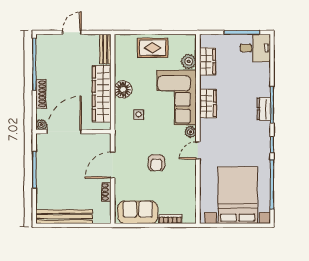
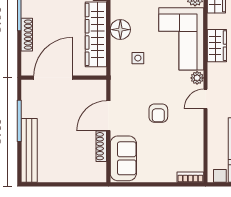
plant: (41, 125) -> (27, 70), removed
shoe rack: (106, 192) -> (101, 146), width x1.43
sofa: (138, 212) -> (123, 158), moved, turned 90
bench: (64, 217) -> (29, 150), moved, turned 90
bookcase: (170, 219) -> (190, 177), moved

